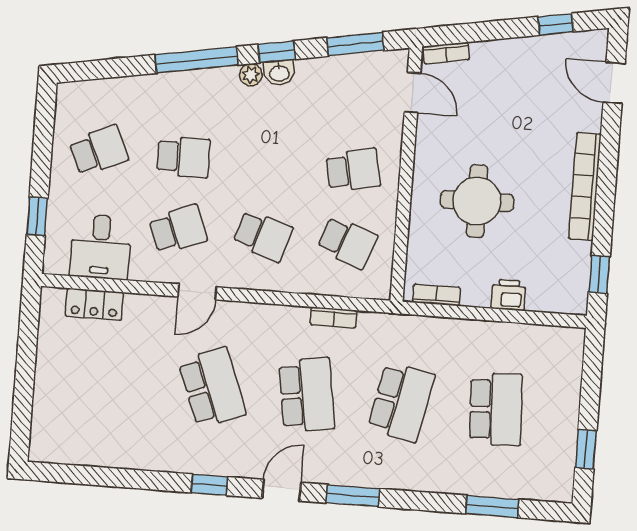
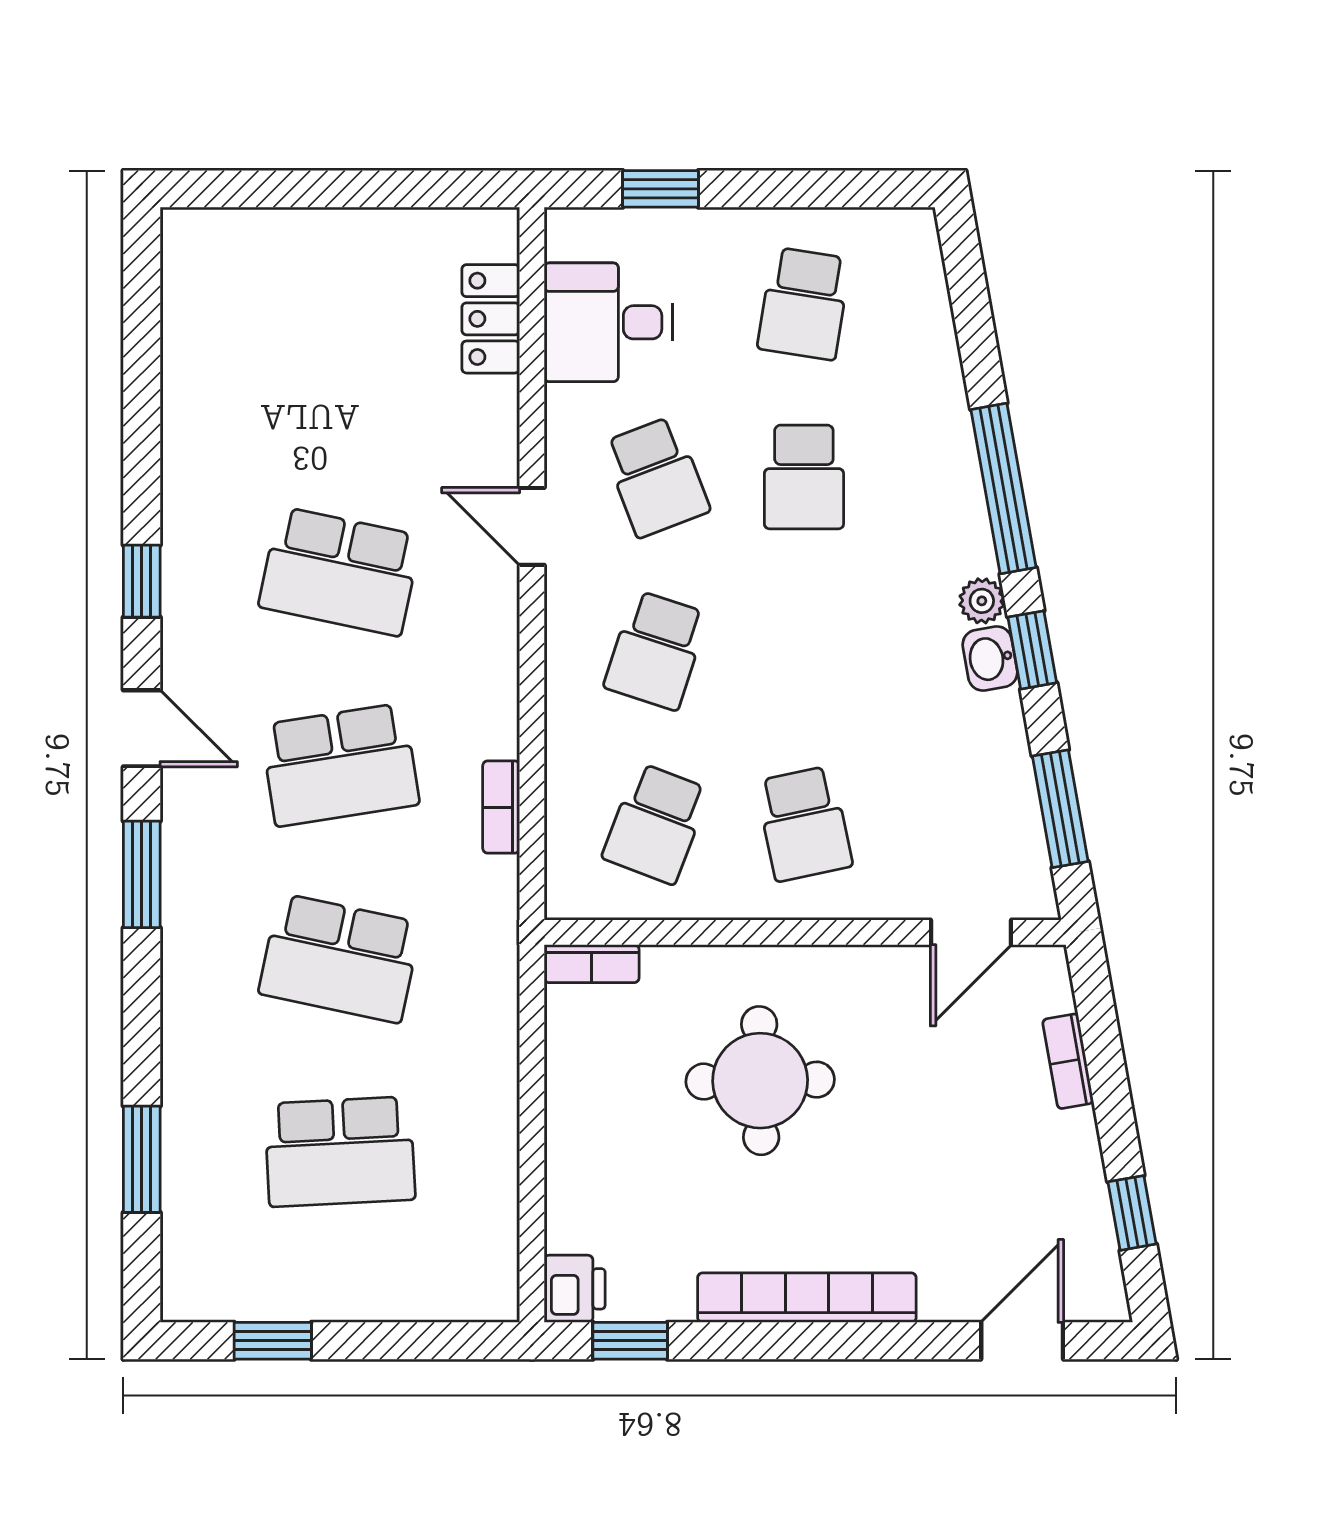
bookcase: (446, 53) -> (1068, 1061), moved
school desk: (99, 150) -> (804, 304), turned 33
bookcase: (437, 295) -> (592, 964), moved, turned 90
printer: (508, 295) -> (575, 1289), moved
school desk: (212, 387) -> (340, 571), turned 33

